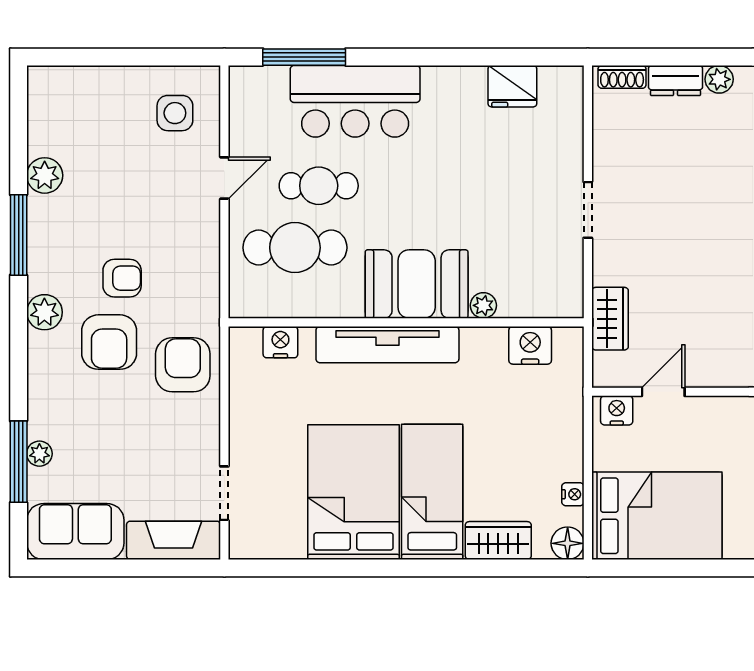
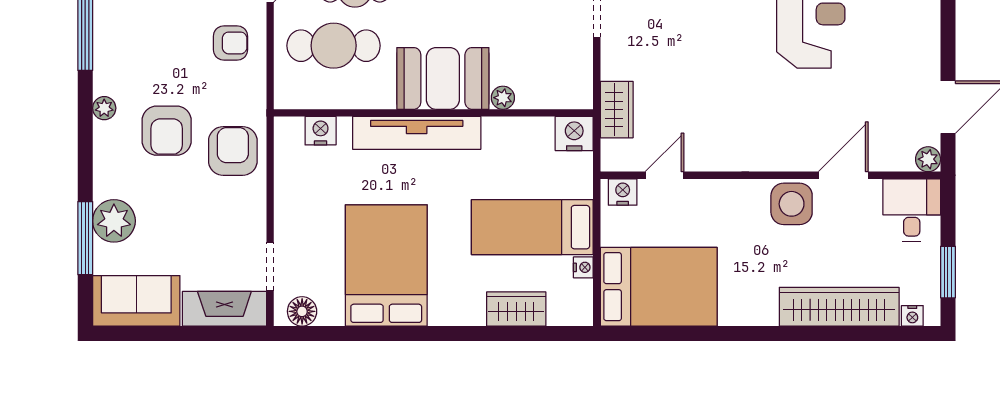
armchair: (122, 278) -> (231, 43), moved
plant: (44, 312) -> (104, 108), width x0.73, depth x0.73
nightstand: (530, 345) -> (574, 134), moved
plant: (39, 454) -> (114, 221), width x1.88, depth x1.88
bed: (432, 492) -> (532, 227), moved, turned -90
floor lamp: (568, 543) -> (302, 311), moved

